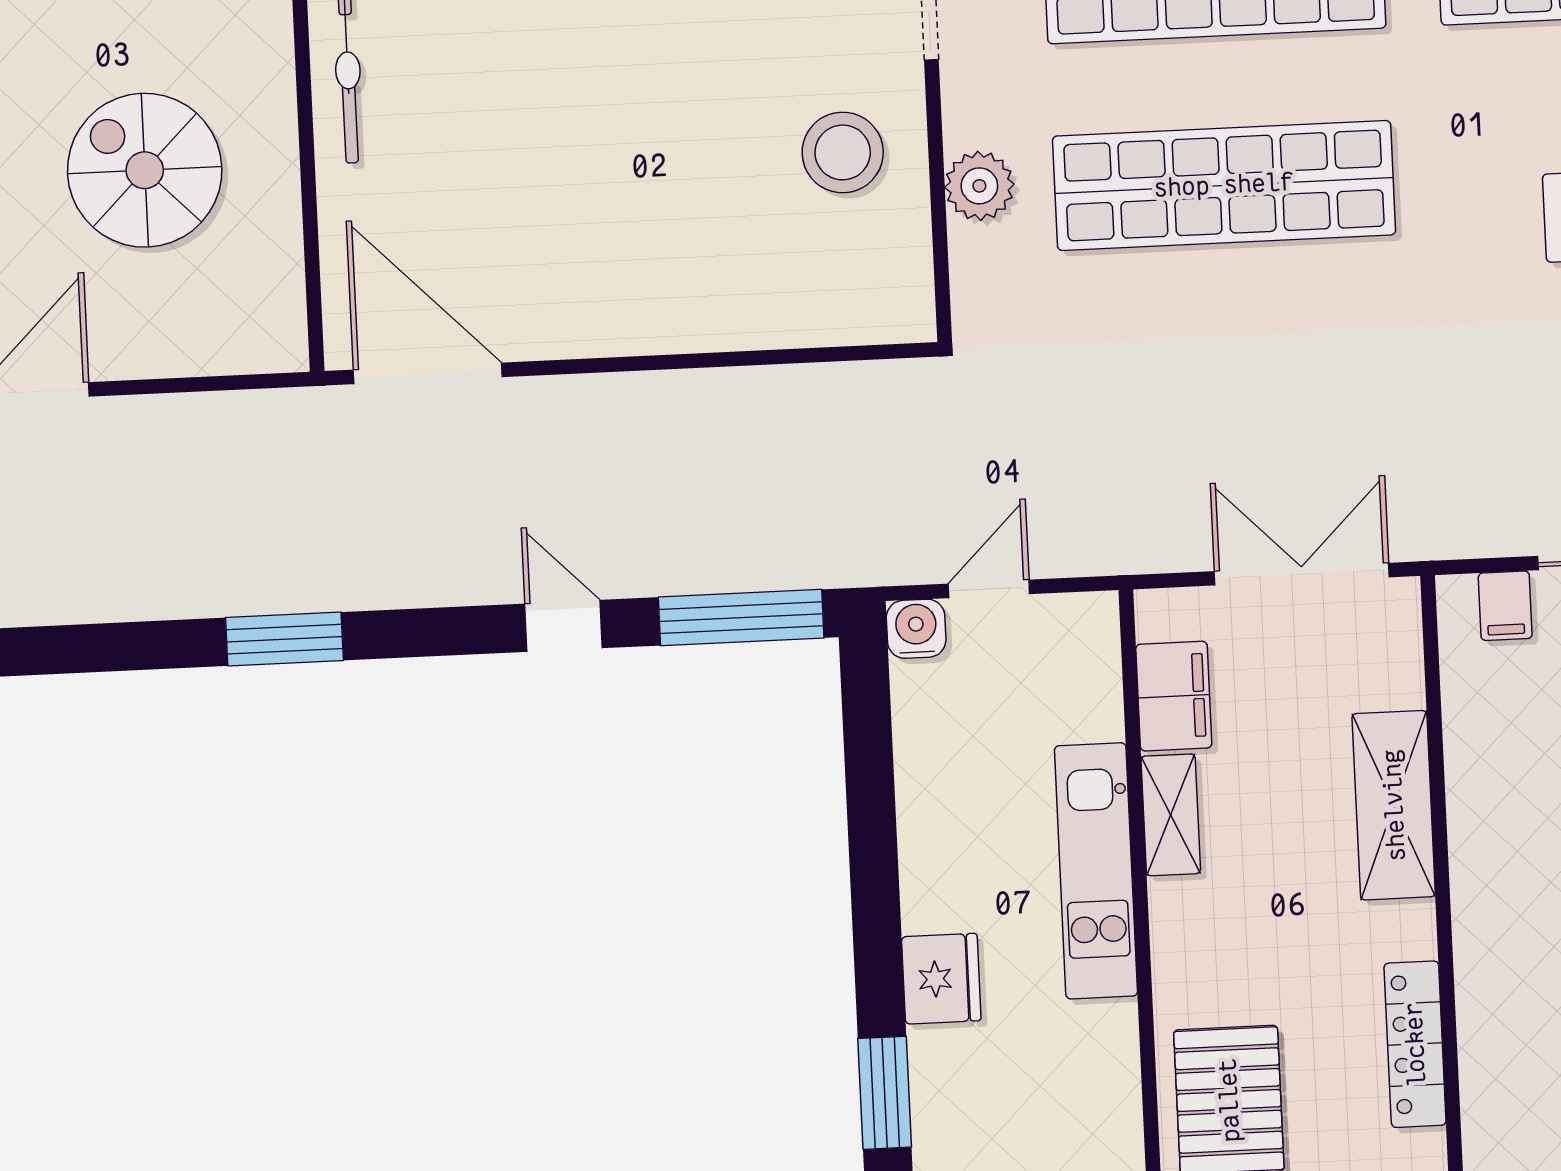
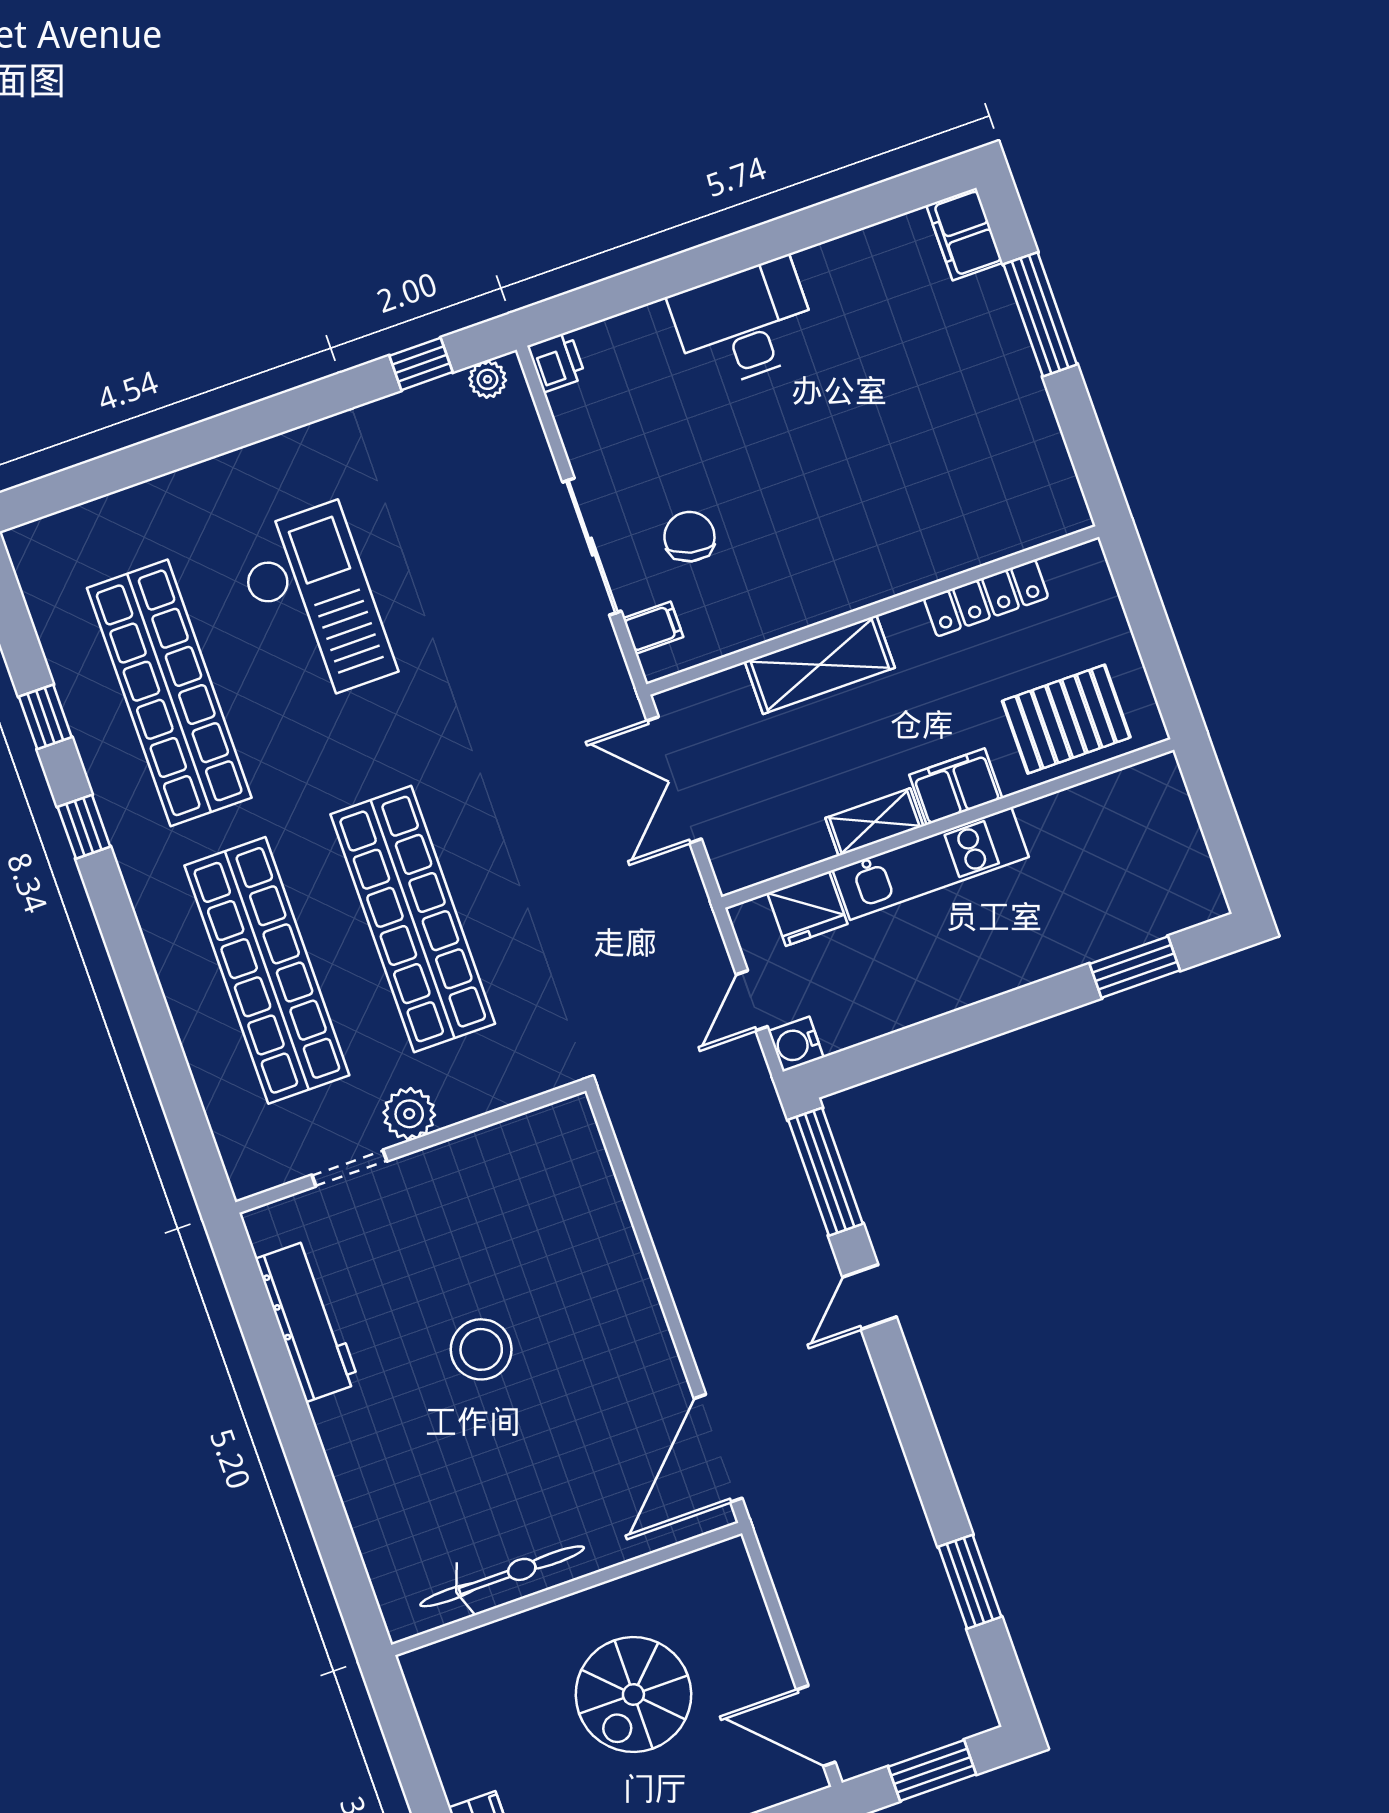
stool: (843, 152) -> (481, 1349), moved
plant: (979, 186) -> (409, 1114), moved
door: (989, 589) -> (752, 1001), hinge flipped
window: (284, 639) -> (970, 1582), moved
filing cabinet: (1174, 696) -> (956, 787), moved
fridge: (941, 979) -> (807, 909), moved, turned 180

